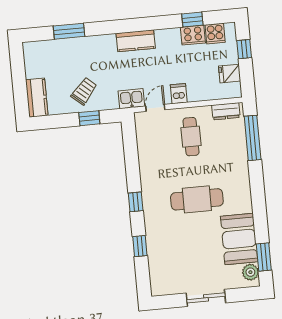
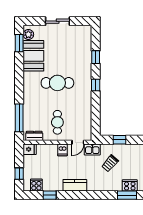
cooker: (193, 35) -> (130, 185), moved
kitchen counter: (136, 41) -> (75, 185), moved
fridge: (230, 74) -> (30, 149), moved
trolley: (84, 91) -> (110, 163), moved

